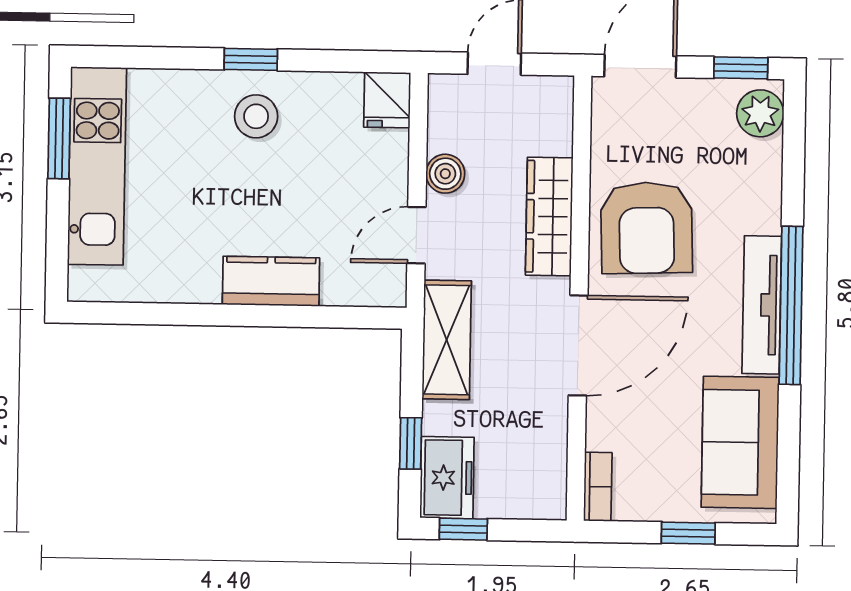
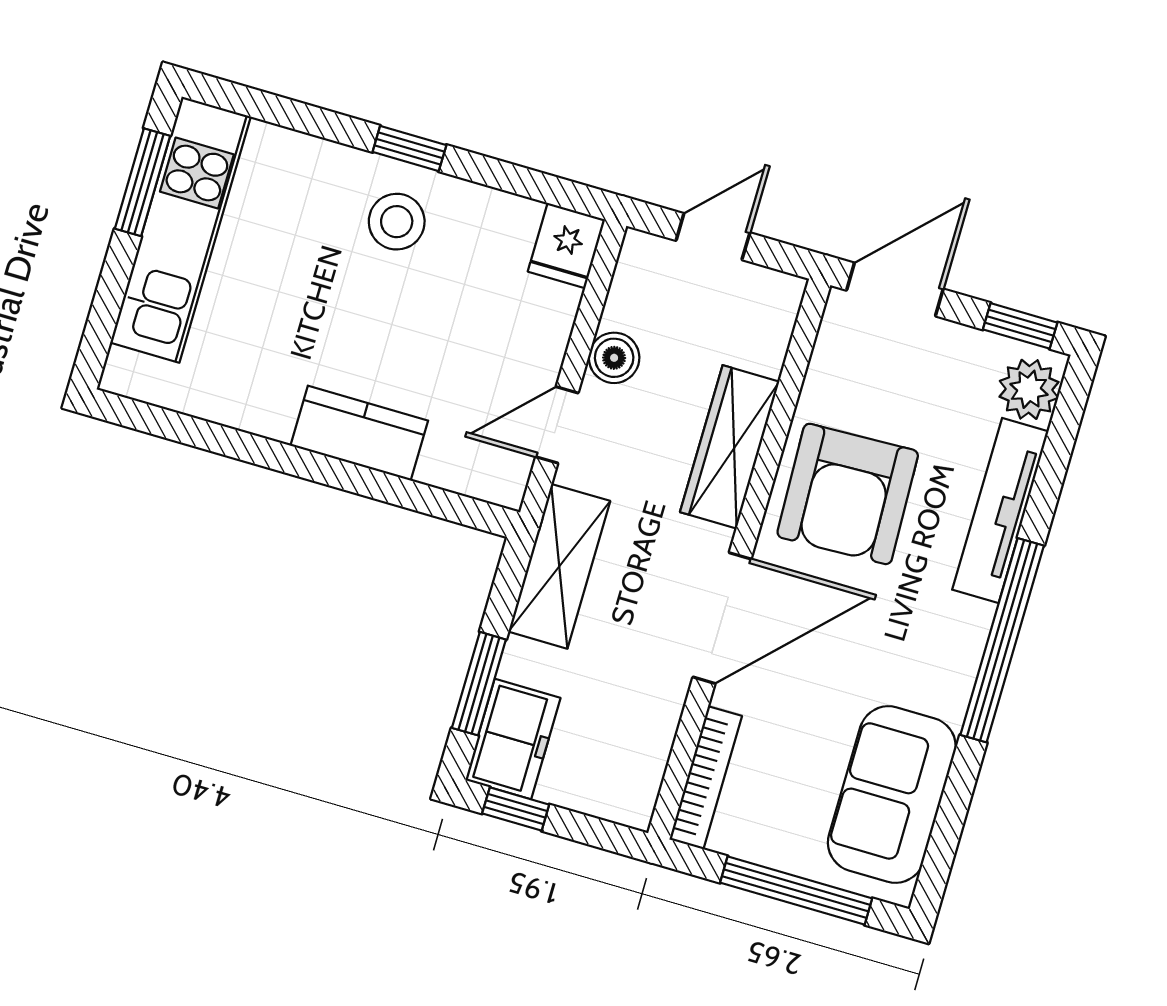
tv unit: (762, 305) -> (1000, 511), moved
window: (411, 443) -> (479, 684), width x1.50
bookcase: (598, 487) -> (706, 778), width x1.56
window: (688, 533) -> (796, 890), width x2.17

